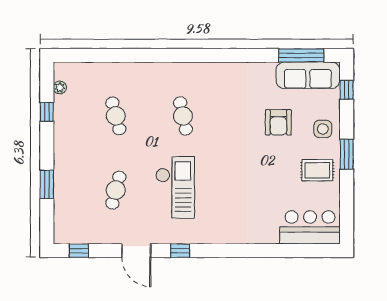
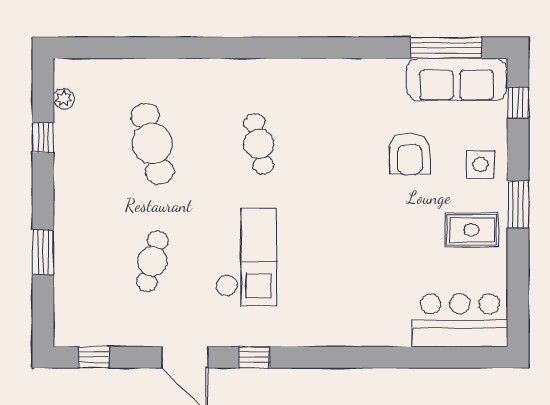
cafe table: (116, 116) -> (152, 144), width x1.37, depth x1.35

